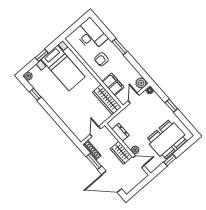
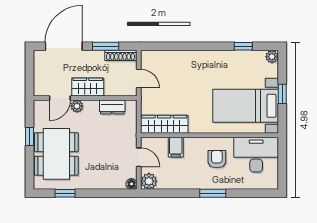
desk: (91, 35) -> (256, 155), moved, turned 180
filing cabinet: (113, 84) -> (176, 147), width x0.50
window: (171, 106) -> (65, 193), moved

